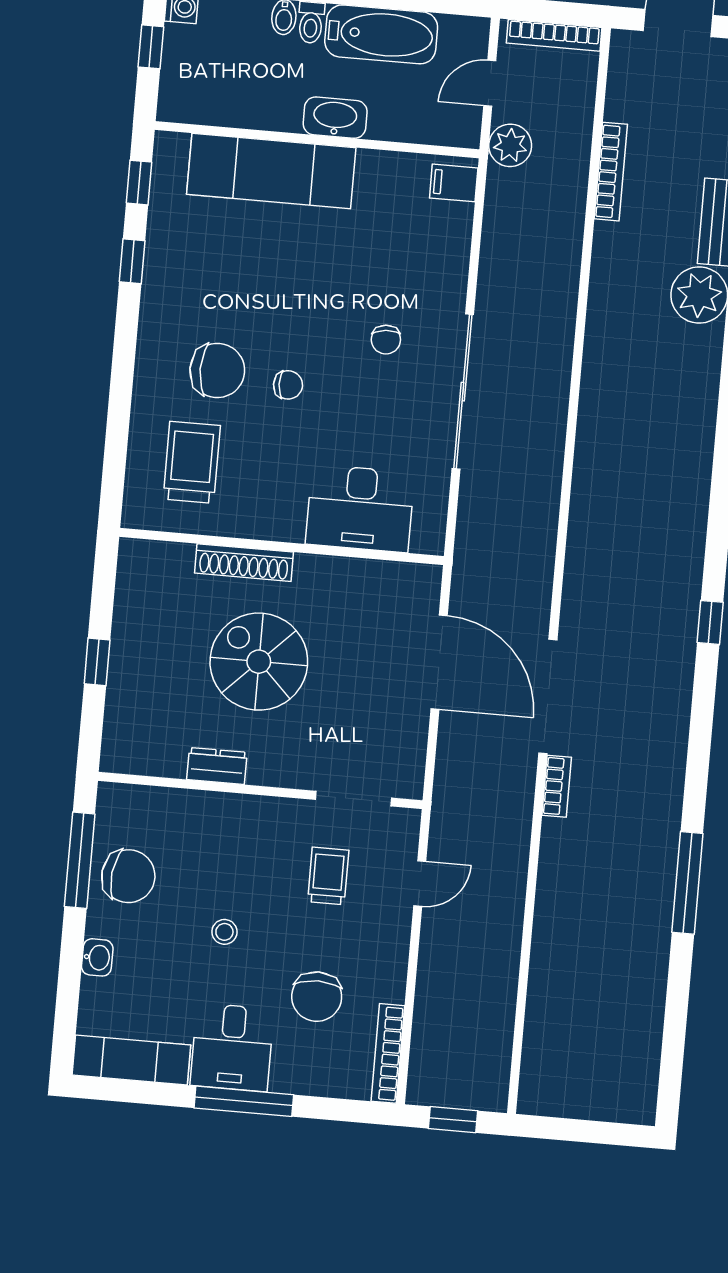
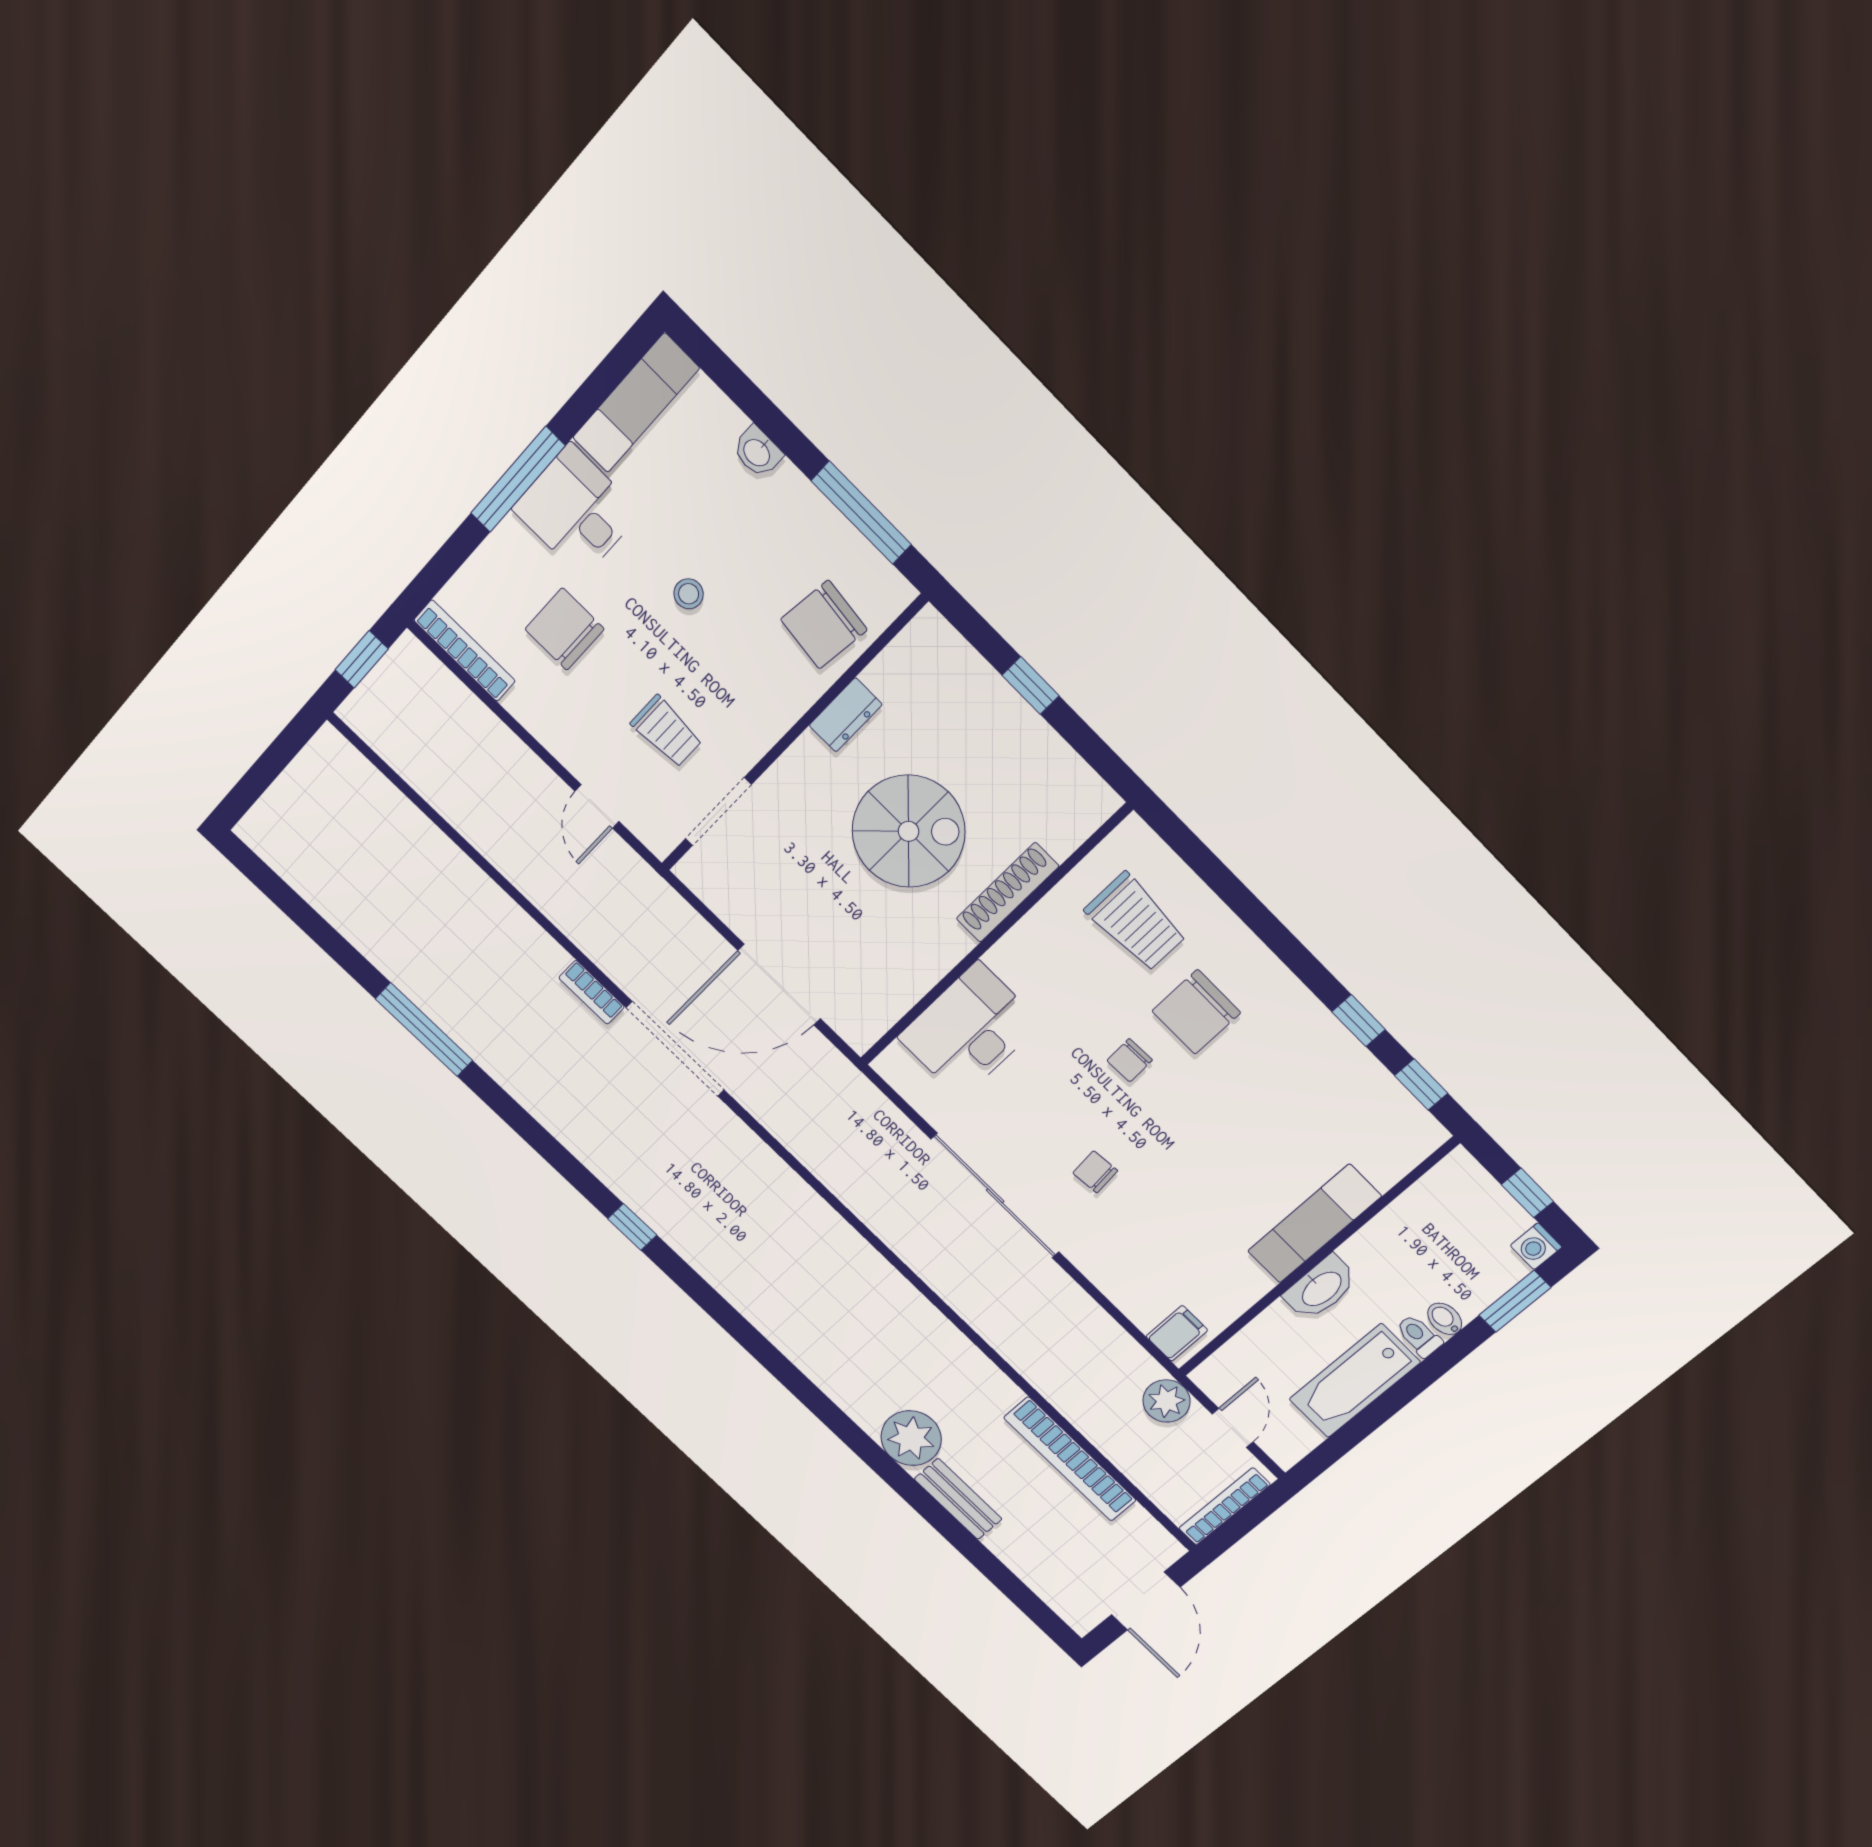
exam couch: (271, 171) -> (1314, 1224), width x0.73, depth x0.69
bookcase: (611, 172) -> (1070, 1459), width x1.48, depth x1.31
chair: (128, 876) -> (824, 625), moved

